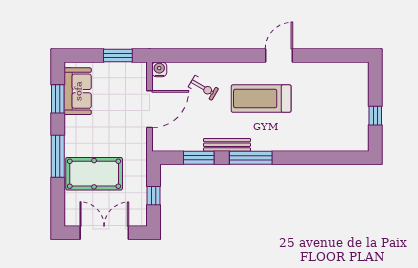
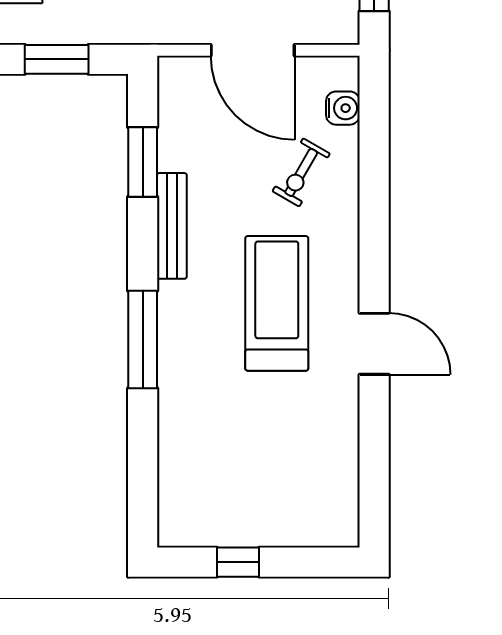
water cooler: (159, 69) -> (343, 108), moved
window: (251, 158) -> (143, 339), moved
window: (153, 196) -> (57, 59), width x1.50

